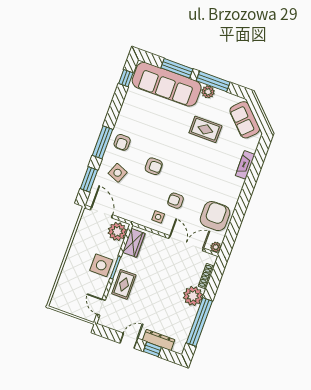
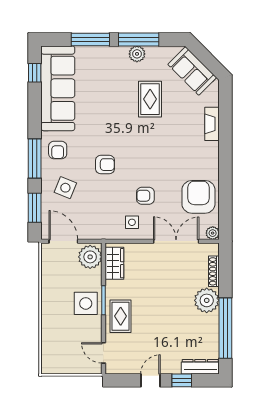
sofa: (167, 84) -> (58, 88), moved, turned -90
rug: (205, 129) -> (150, 99), turned 90
dresser: (159, 340) -> (200, 367), moved

